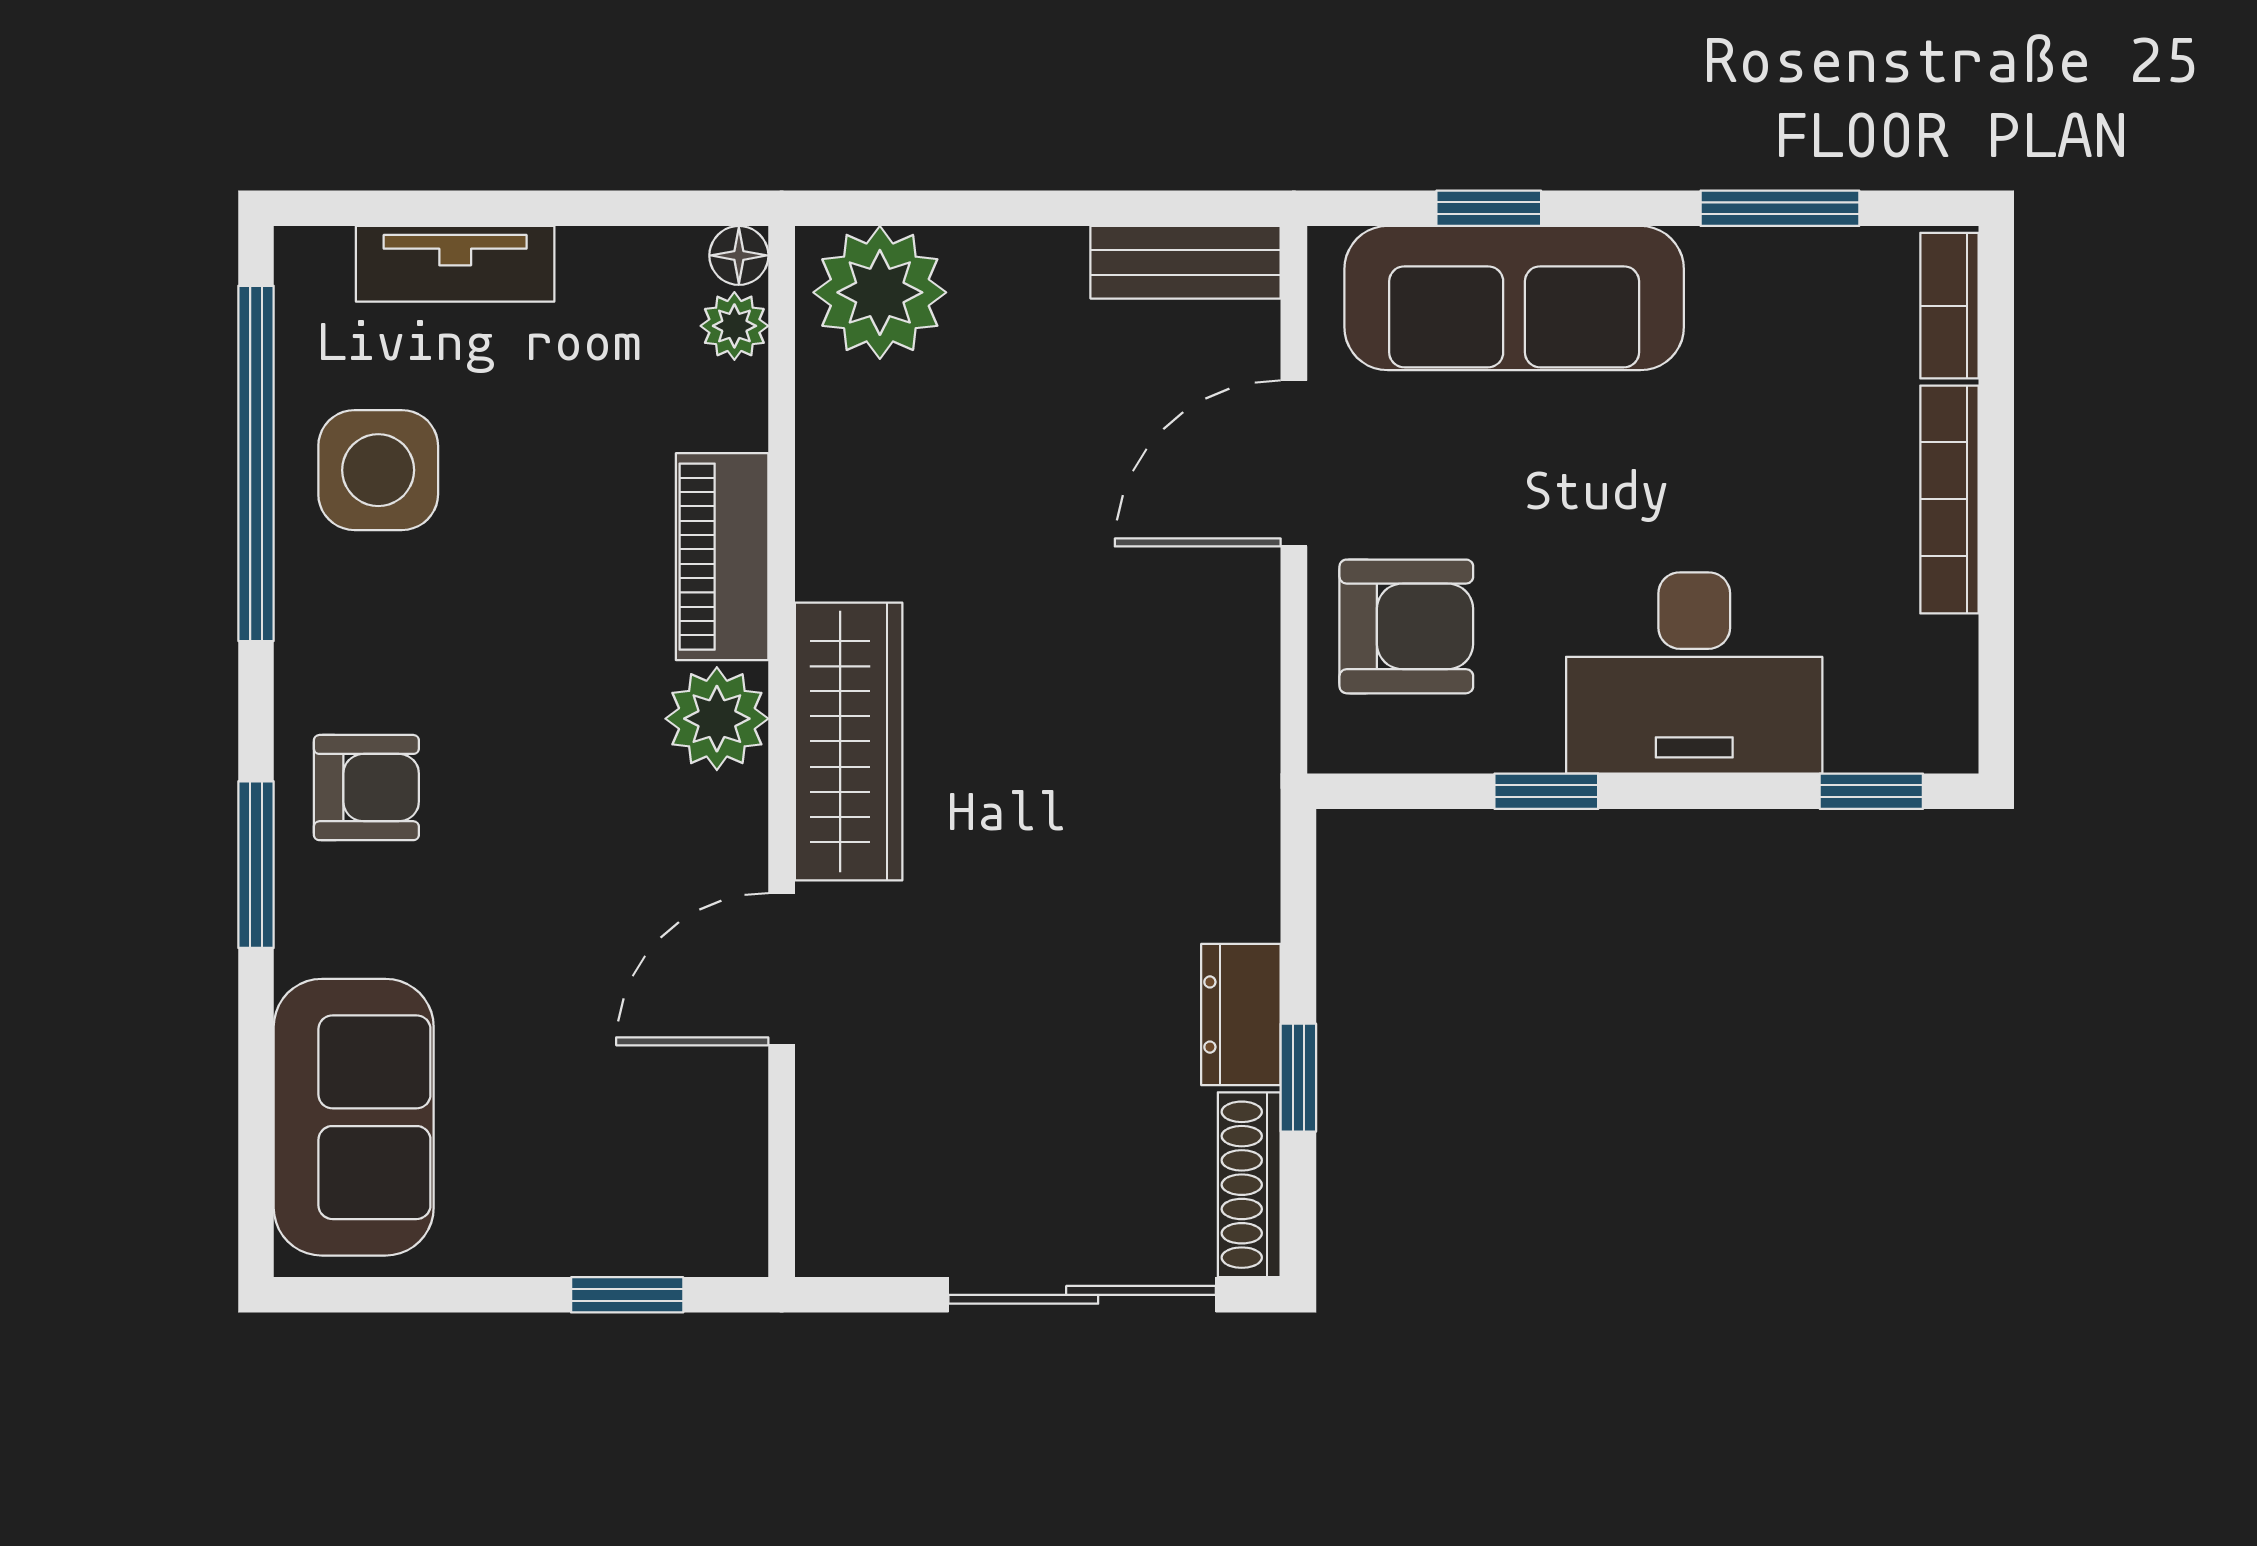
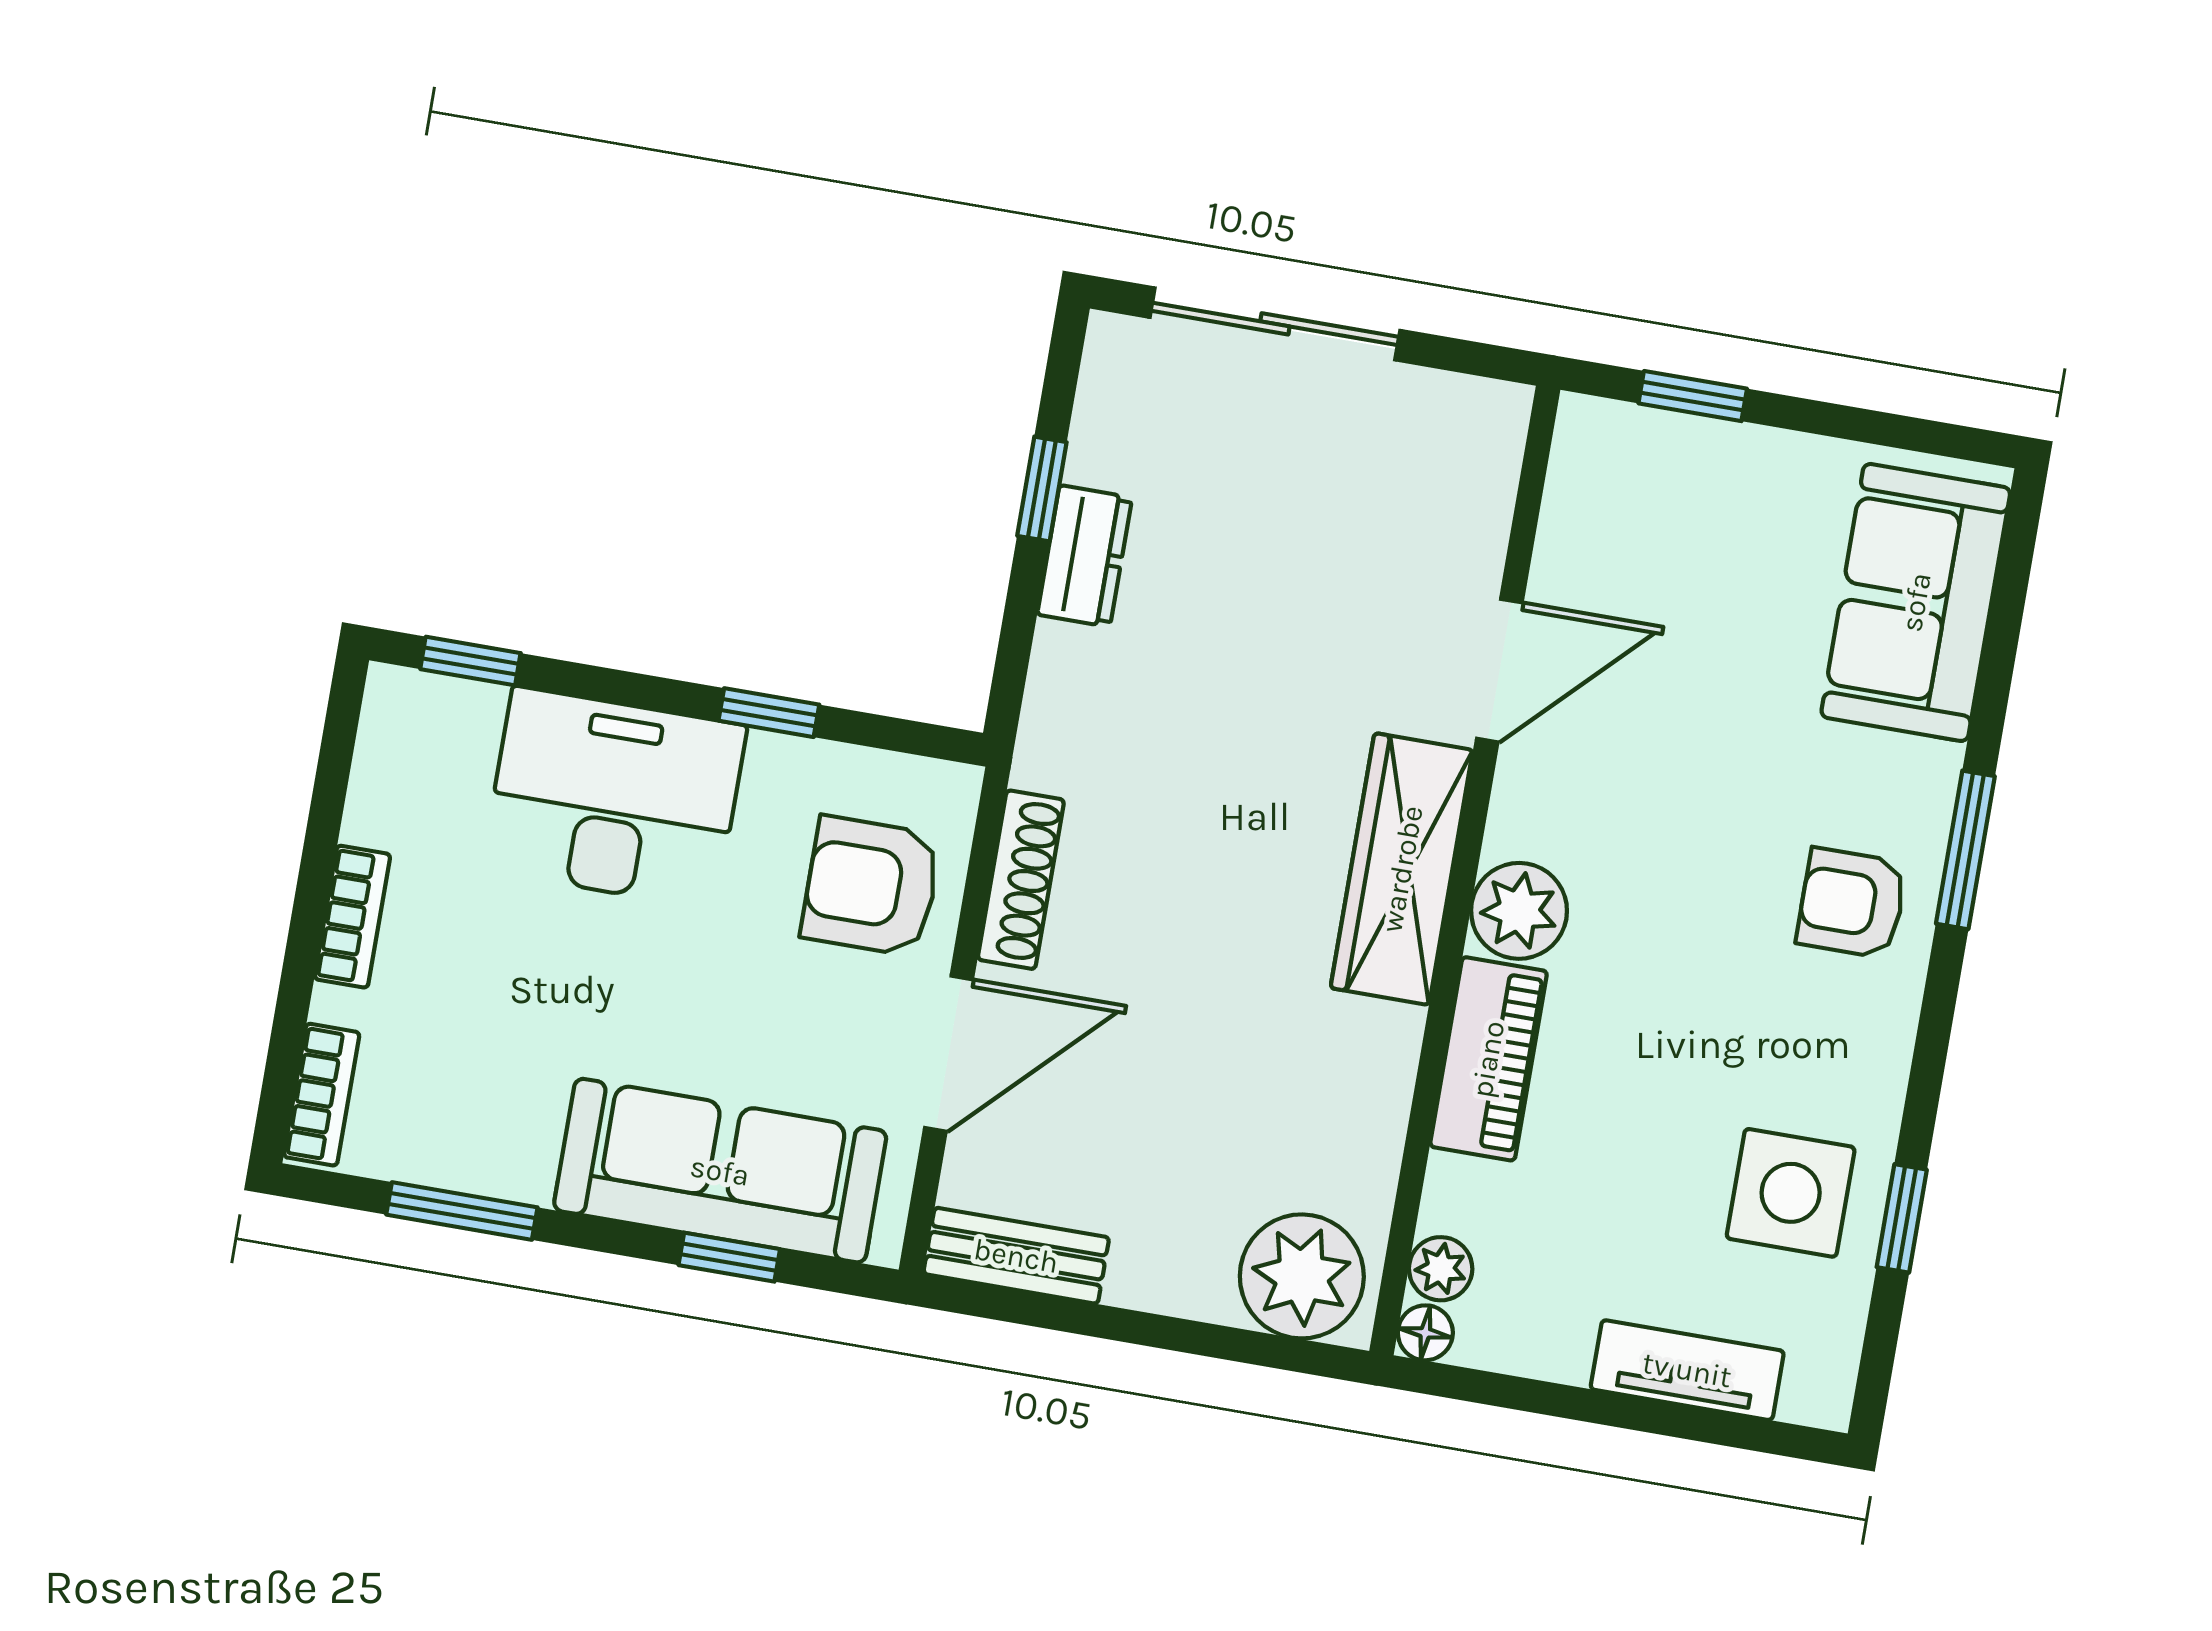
window: (256, 463) -> (1902, 1218), width x0.32
bookcase: (1949, 499) -> (352, 917), width x0.64
shoe rack: (1249, 1185) -> (1021, 880), moved

